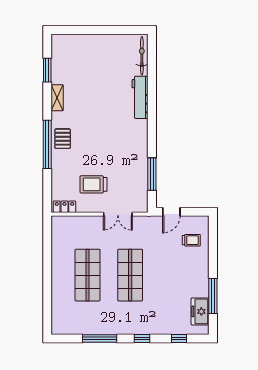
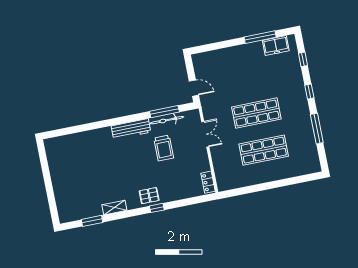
bicycle: (142, 56) -> (167, 120), moved
workbench: (140, 97) -> (131, 129), moved
window: (47, 144) -> (157, 208), width x0.32
trolley: (94, 184) -> (164, 148), moved
trolley: (191, 240) -> (215, 66), removed

